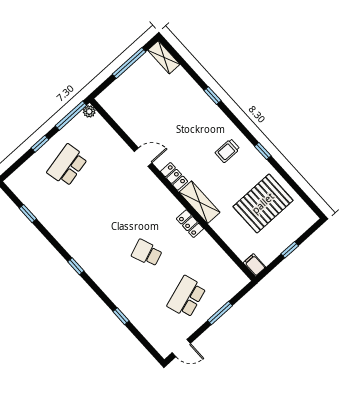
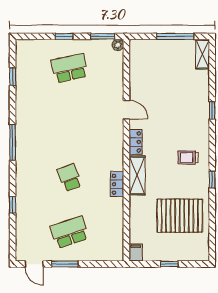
window: (71, 116) -> (103, 36), width x0.69
window: (76, 266) -> (13, 143), width x2.17
window: (220, 313) -> (65, 264), moved

